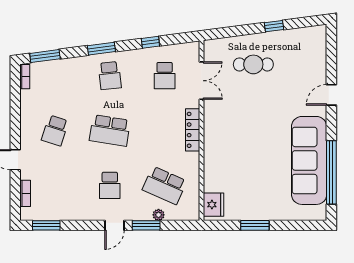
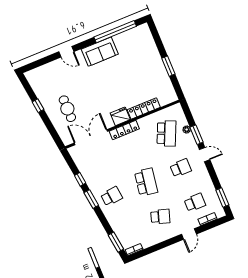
window: (101, 49) -> (91, 199), moved
school desk: (165, 76) -> (195, 202), moved
double door: (202, 81) -> (91, 137), width x1.37
sofa: (309, 160) -> (100, 52), width x0.54, depth x0.79
locker: (211, 168) -> (144, 108), added
fridge: (214, 205) -> (120, 116), moved

